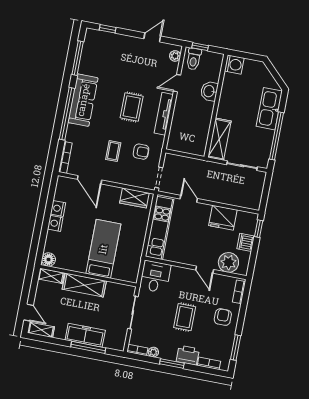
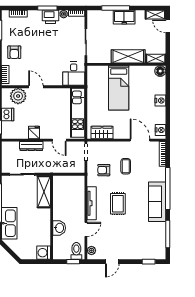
dresser: (224, 198) -> (31, 146), added
nightstand: (58, 208) -> (161, 130), moved
fridge: (223, 218) -> (34, 133), width x0.53, depth x0.75
rug: (185, 317) -> (44, 46), removed
freezer: (85, 335) -> (124, 17), width x0.71
printer: (188, 355) -> (51, 17), moved

